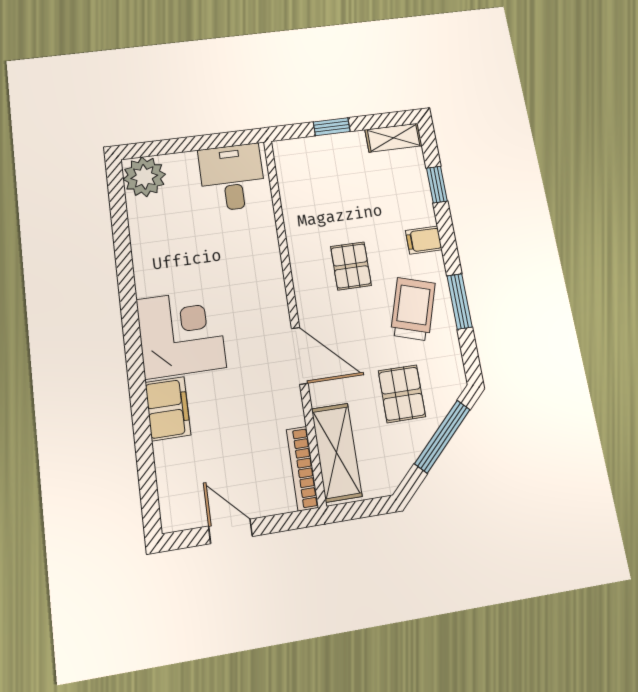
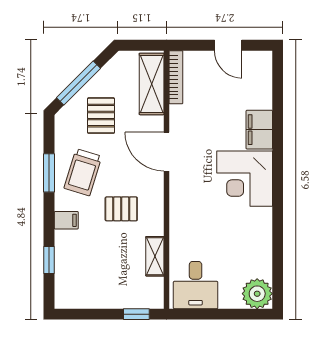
window: (332, 127) -> (136, 314), moved
shelving: (394, 138) -> (155, 256), moved, turned 90
pallet: (351, 266) -> (121, 209), turned 90

